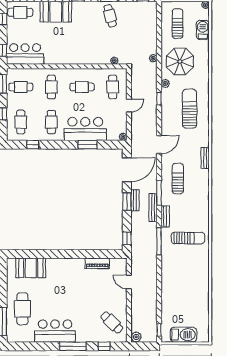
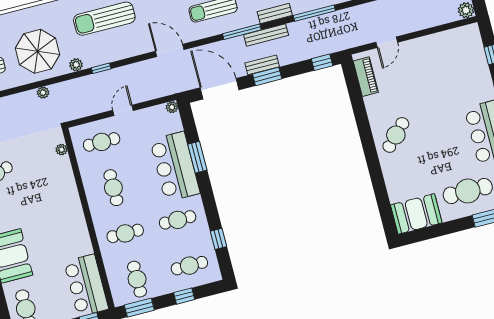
door: (129, 106) -> (123, 110), hinge flipped
piano: (97, 263) -> (366, 77), moved
booth: (31, 268) -> (416, 214), moved, turned 90
cafe table: (112, 322) -> (396, 135), moved

